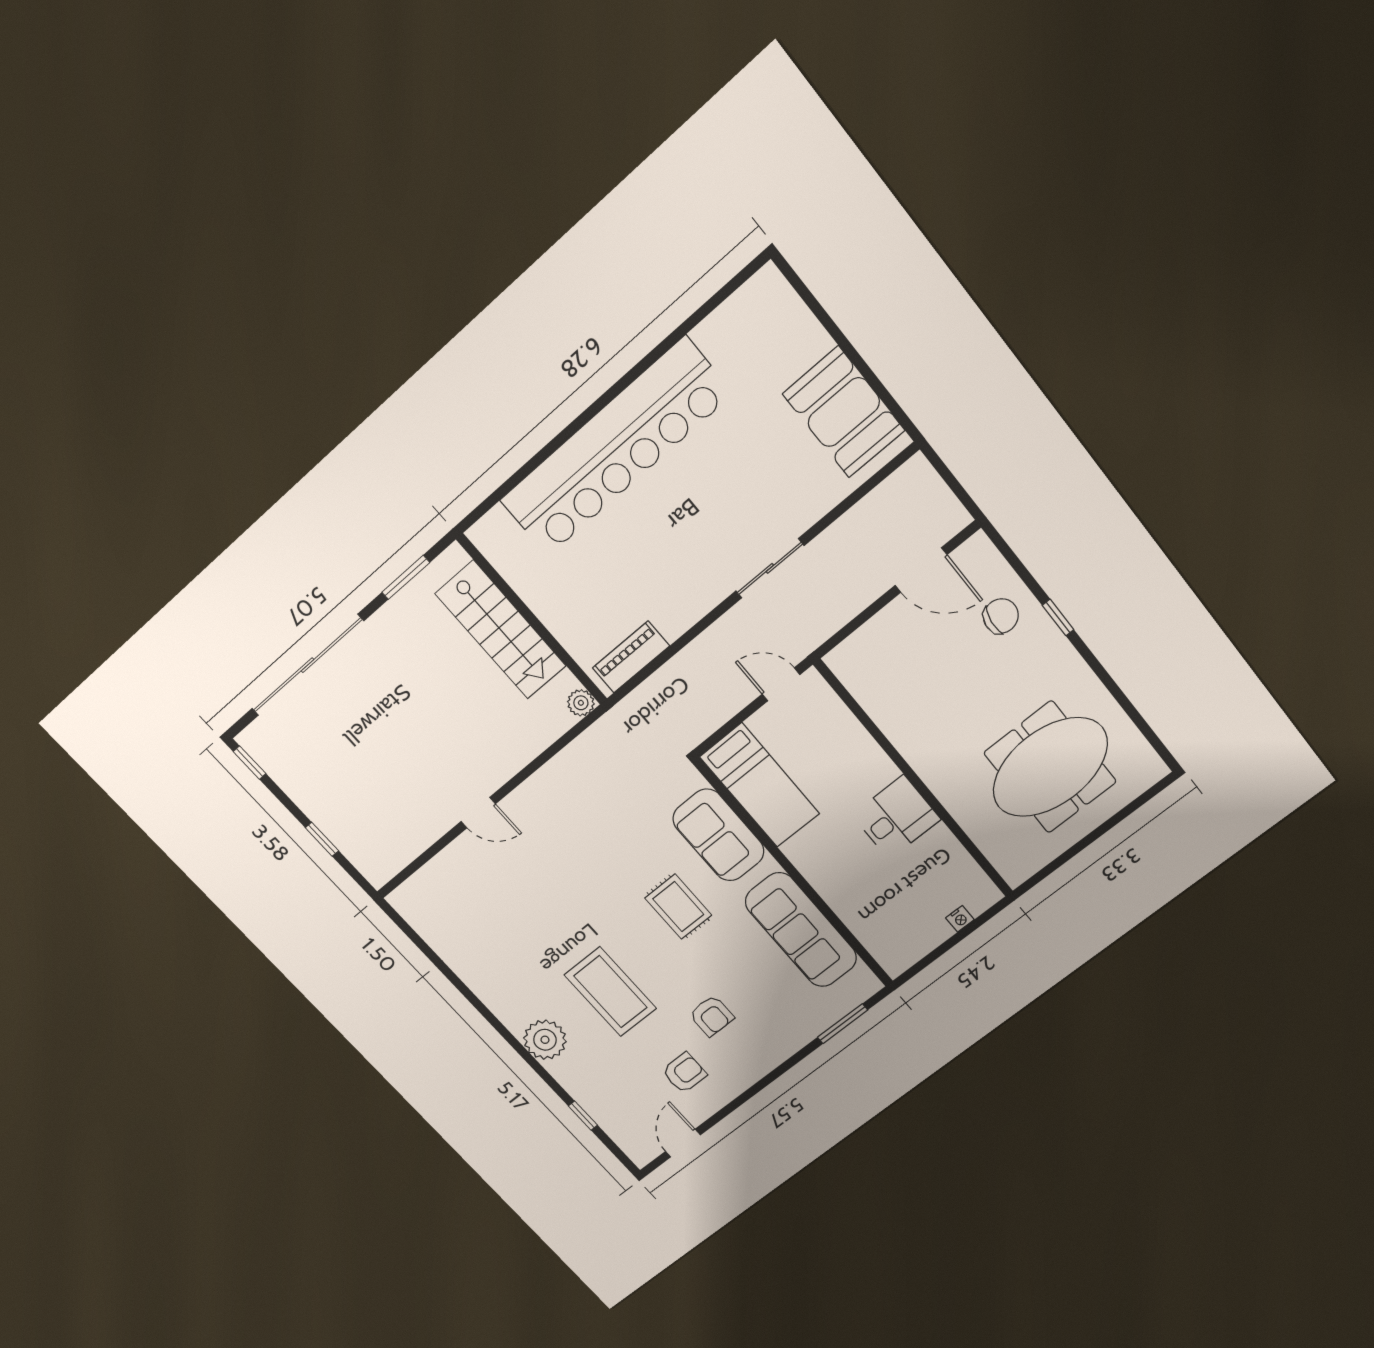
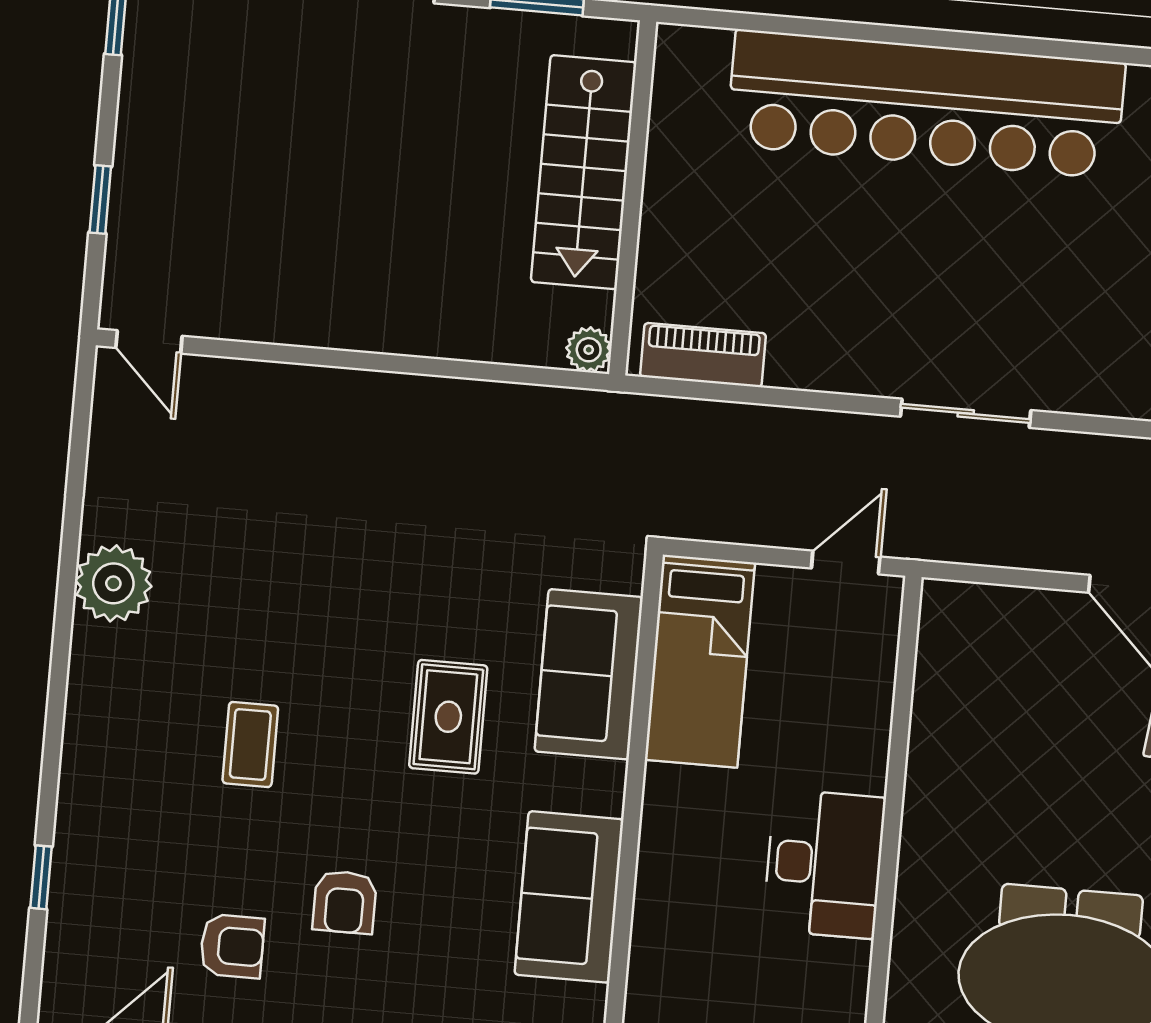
door: (781, 684) -> (846, 562), hinge flipped
door: (478, 813) -> (149, 342), moved
desk: (896, 817) -> (824, 864), width x1.37
sofa: (801, 930) -> (569, 897), width x0.73
coffee table: (610, 992) -> (250, 745), width x0.54, depth x0.58
plant: (545, 1040) -> (113, 583), moved

